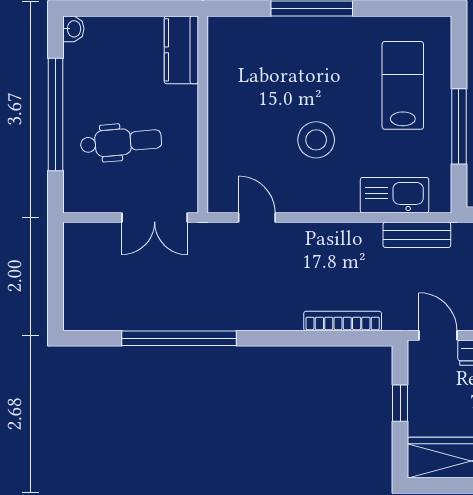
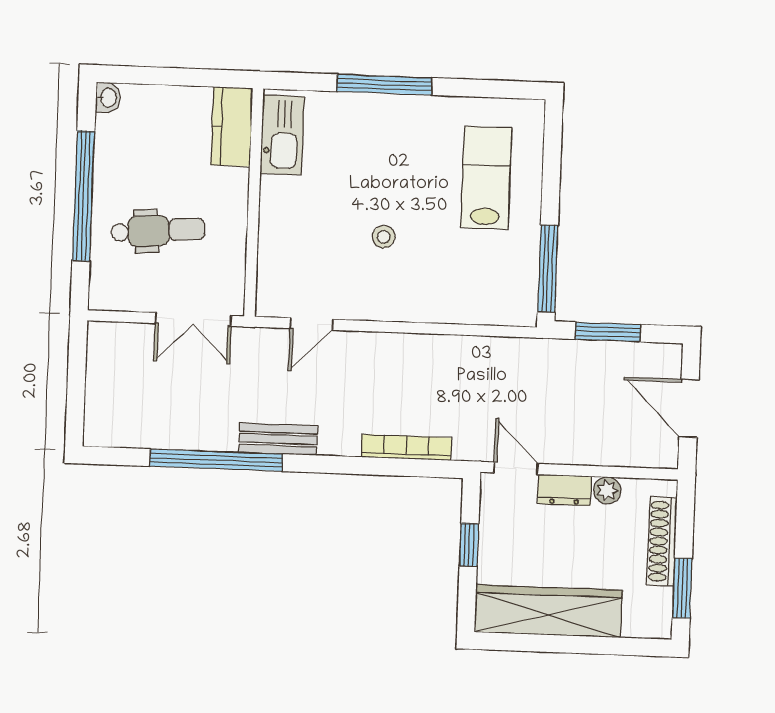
window: (459, 126) -> (548, 269), moved
stool: (316, 140) -> (384, 237), width x0.53, depth x0.53
kitchen sink: (395, 195) -> (282, 135), moved, turned 90
door: (257, 218) -> (312, 324), swing flipped
bench: (417, 235) -> (278, 439), moved

